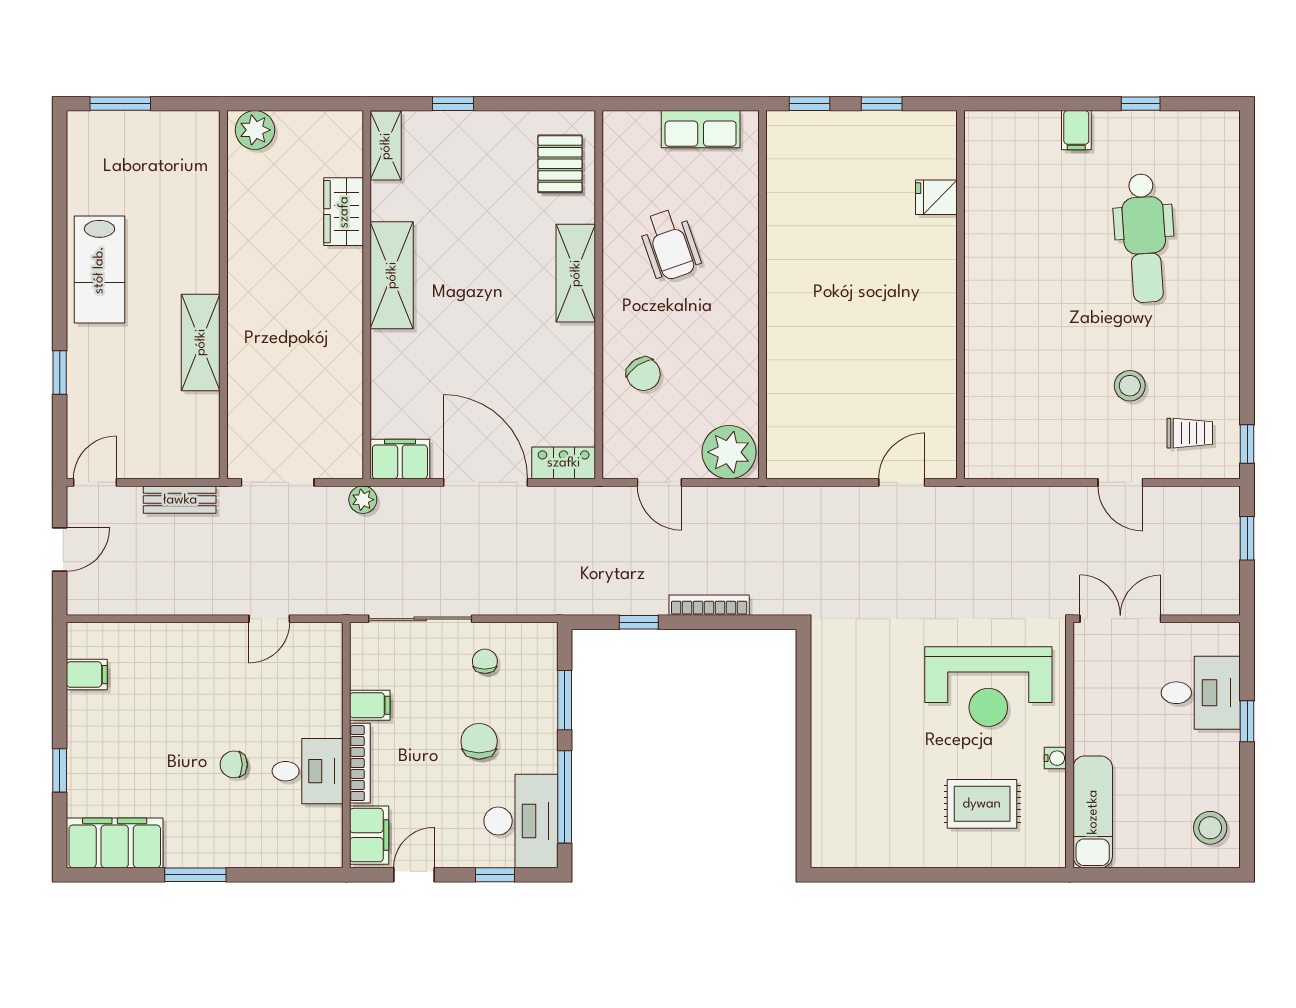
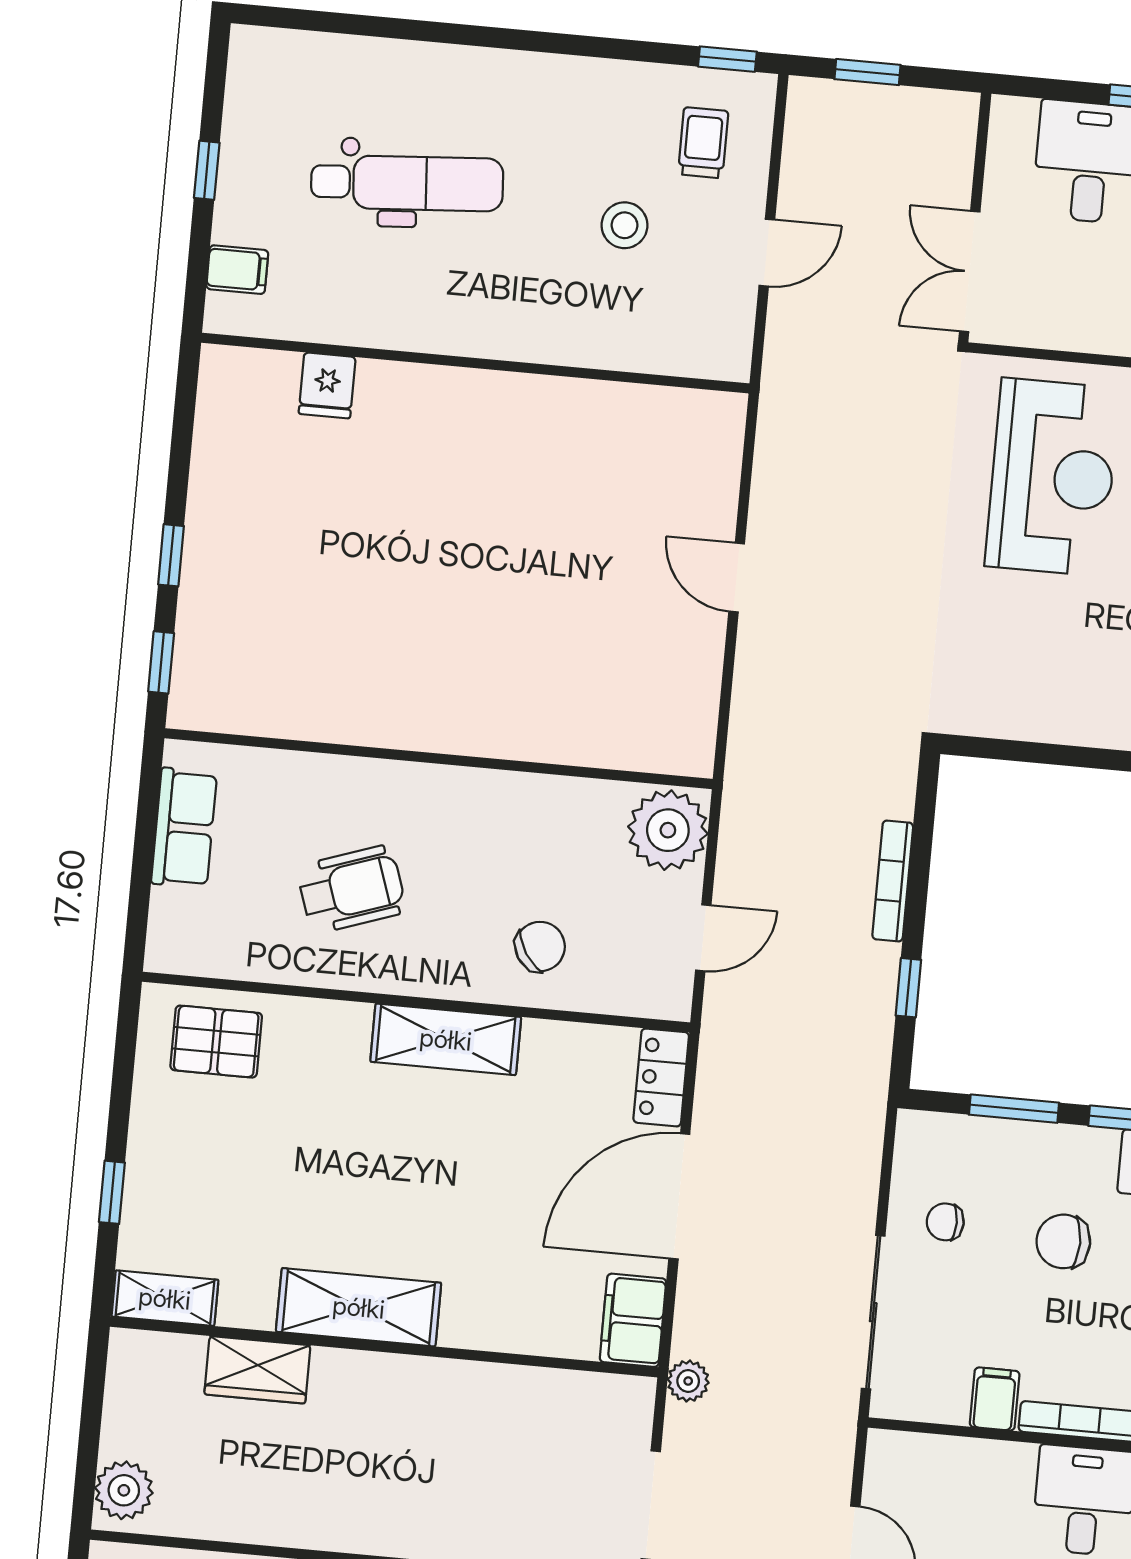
fridge: (936, 197) -> (327, 385), moved
shelving: (576, 273) -> (446, 1039), moved
wall: (960, 295) -> (475, 363), moved

